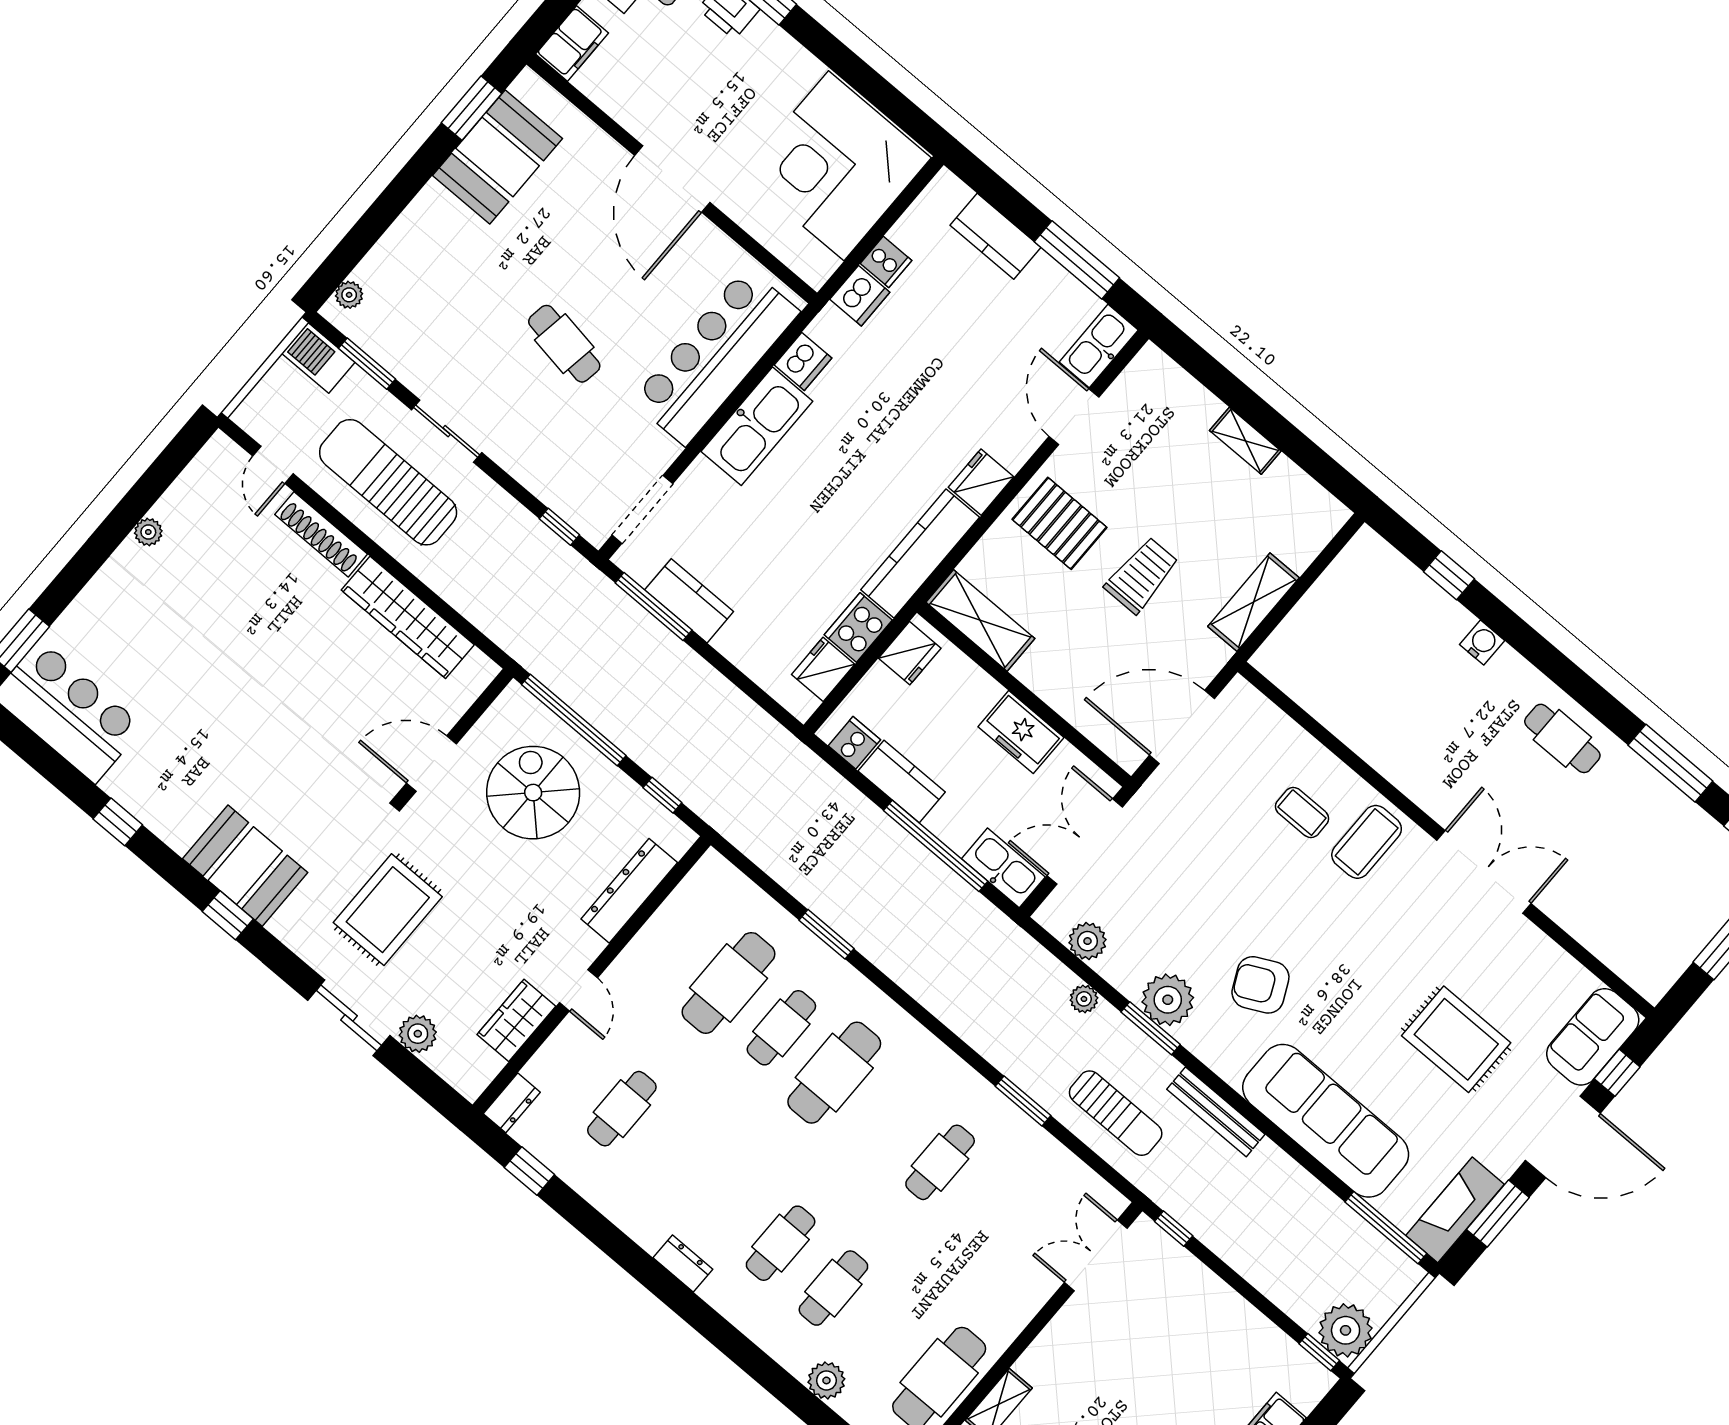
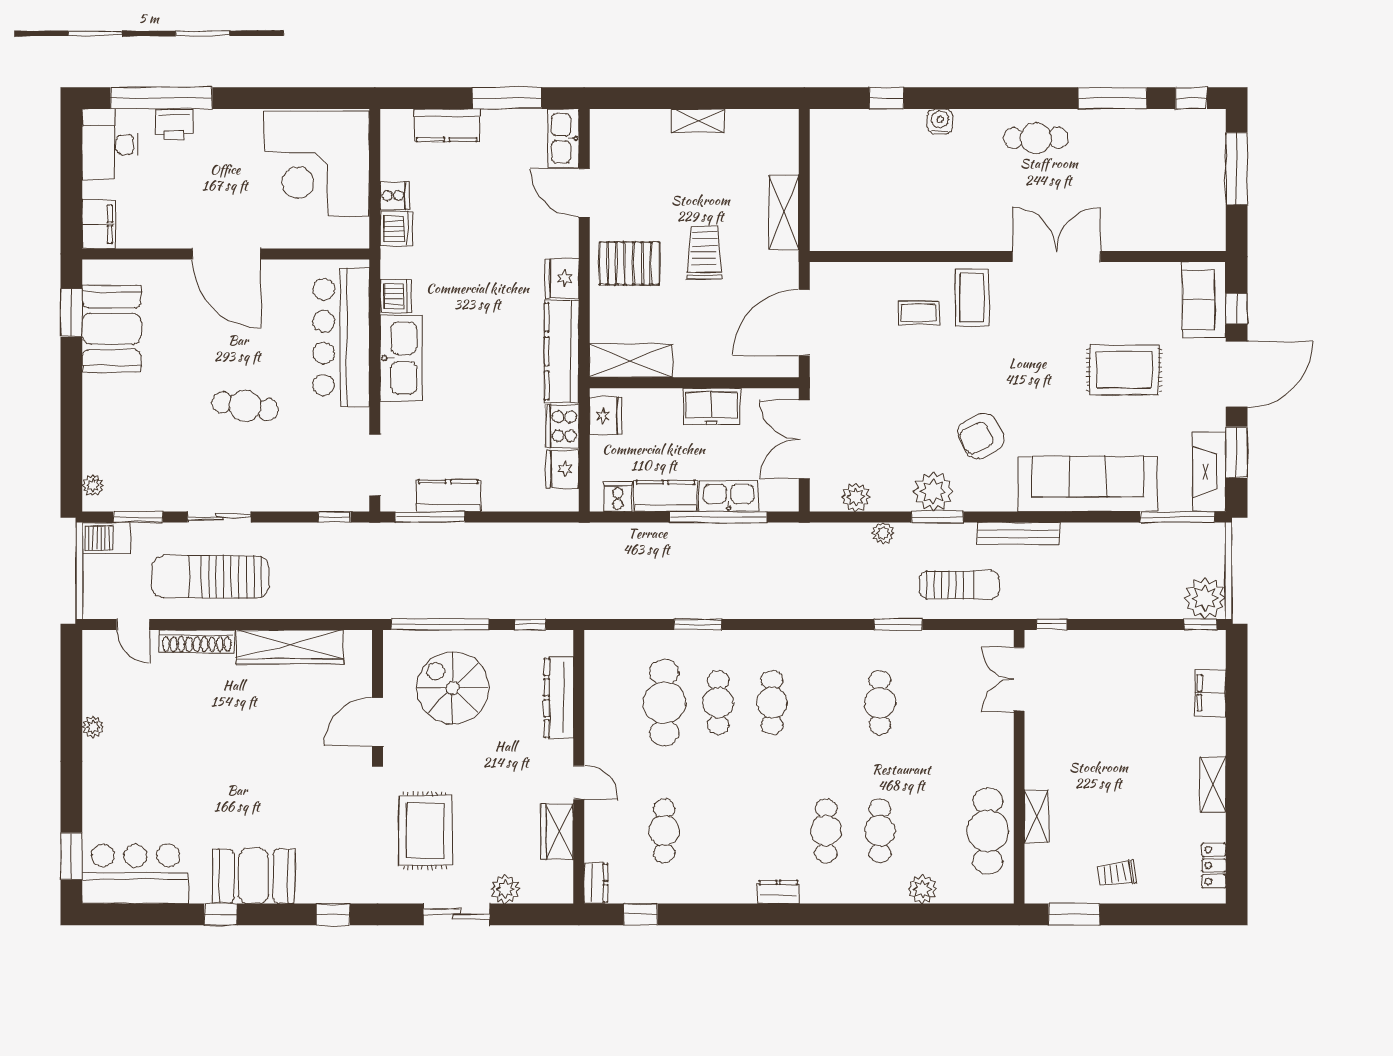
booth: (245, 866) -> (254, 876), moved
kitchen sink: (1003, 868) -> (729, 496), moved
cafe table: (834, 1073) -> (772, 703), width x0.73, depth x0.74

